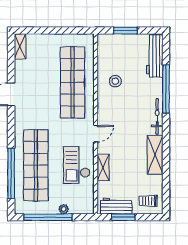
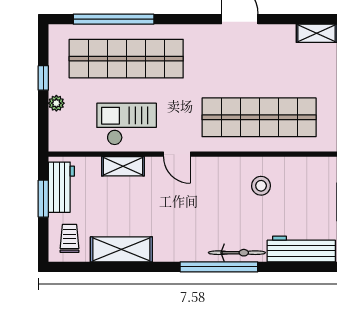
window: (166, 89) -> (219, 267), moved
bicycle: (157, 116) -> (237, 253), moved
shelving: (155, 155) -> (121, 249), moved
window: (48, 217) -> (43, 78), width x0.32

